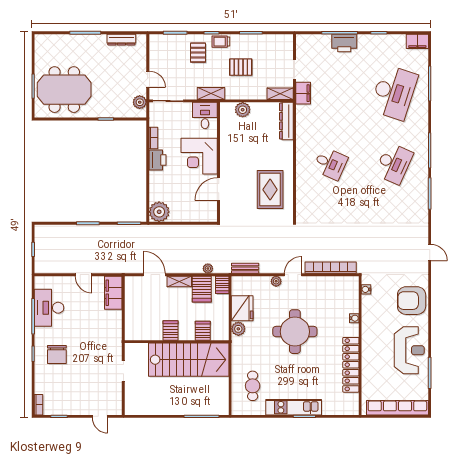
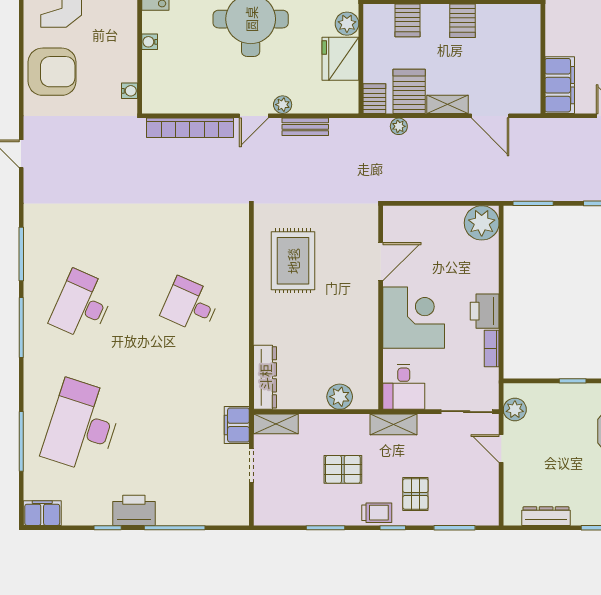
printer: (344, 43) -> (134, 510), moved
bench: (245, 268) -> (305, 127), moved

